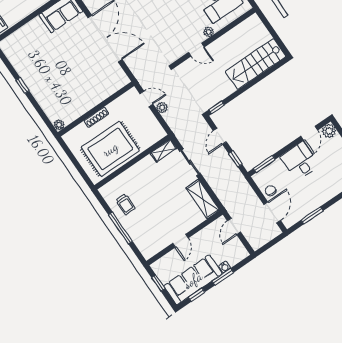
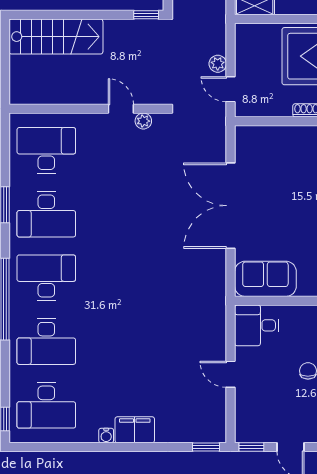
plant: (209, 32) -> (143, 121), moved

